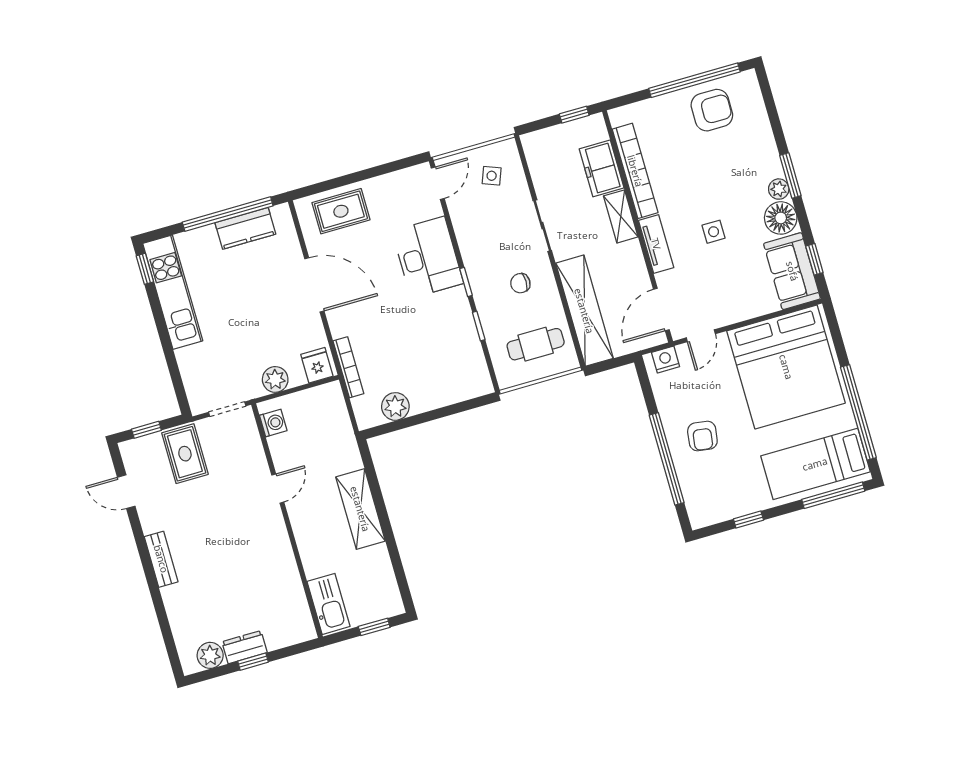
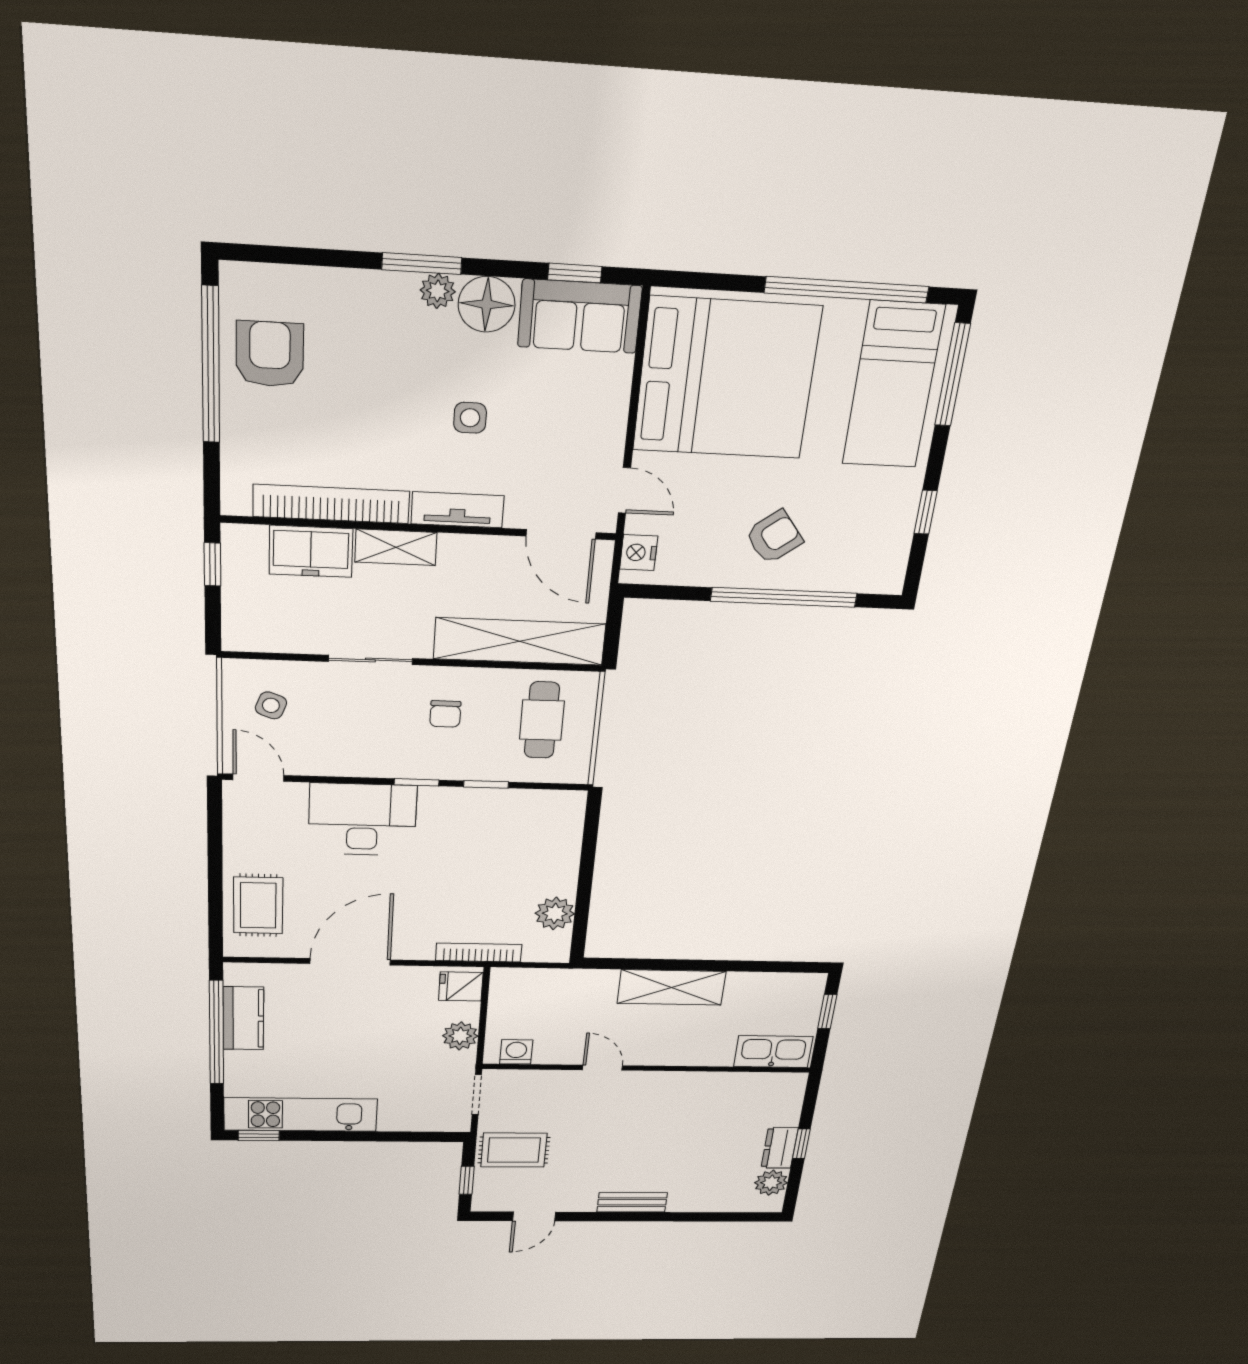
armchair: (702, 436) -> (774, 537), turned -46

